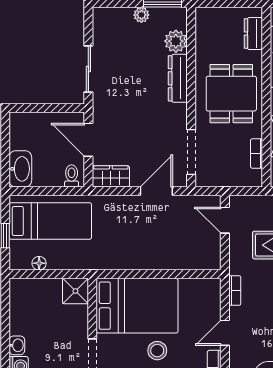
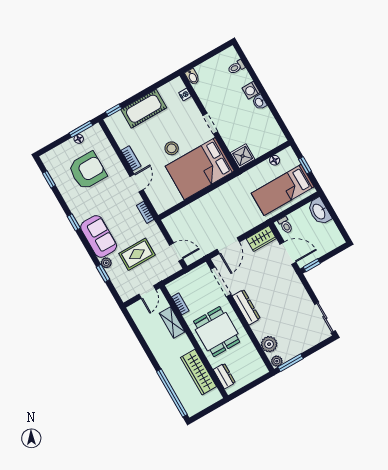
plant: (141, 15) -> (277, 361), moved
sliding door: (88, 69) -> (325, 317), moved
dresser: (178, 78) -> (246, 307), moved
window: (67, 108) -> (312, 265), added

